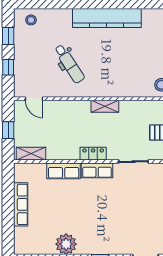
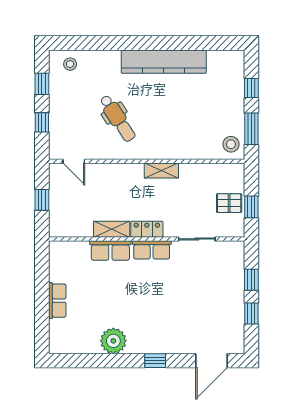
shelving: (31, 154) -> (112, 229), moved
row of seats: (21, 204) -> (57, 301), width x0.68

